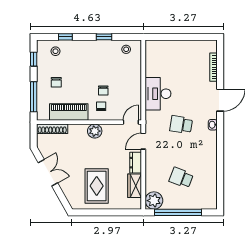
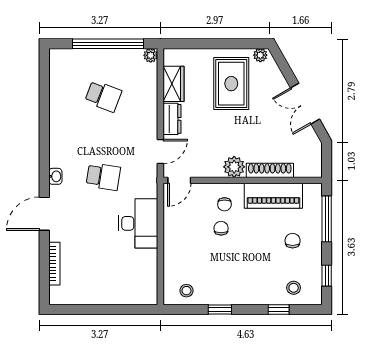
shoe rack: (52, 129) -> (270, 170), moved
plant: (154, 201) -> (151, 55), width x0.53, depth x0.53
plant: (77, 205) -> (260, 55), added

